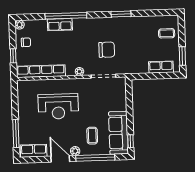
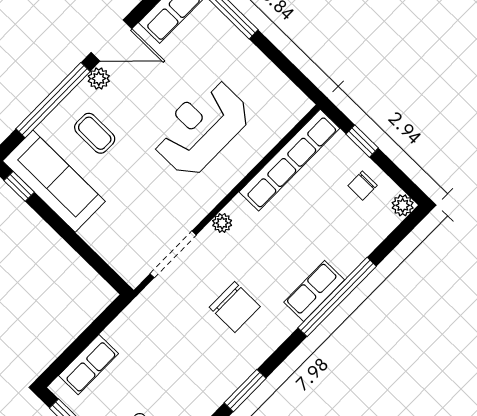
row of seats: (60, 25) -> (314, 291), moved
chair: (107, 50) -> (235, 307), moved, turned -90

